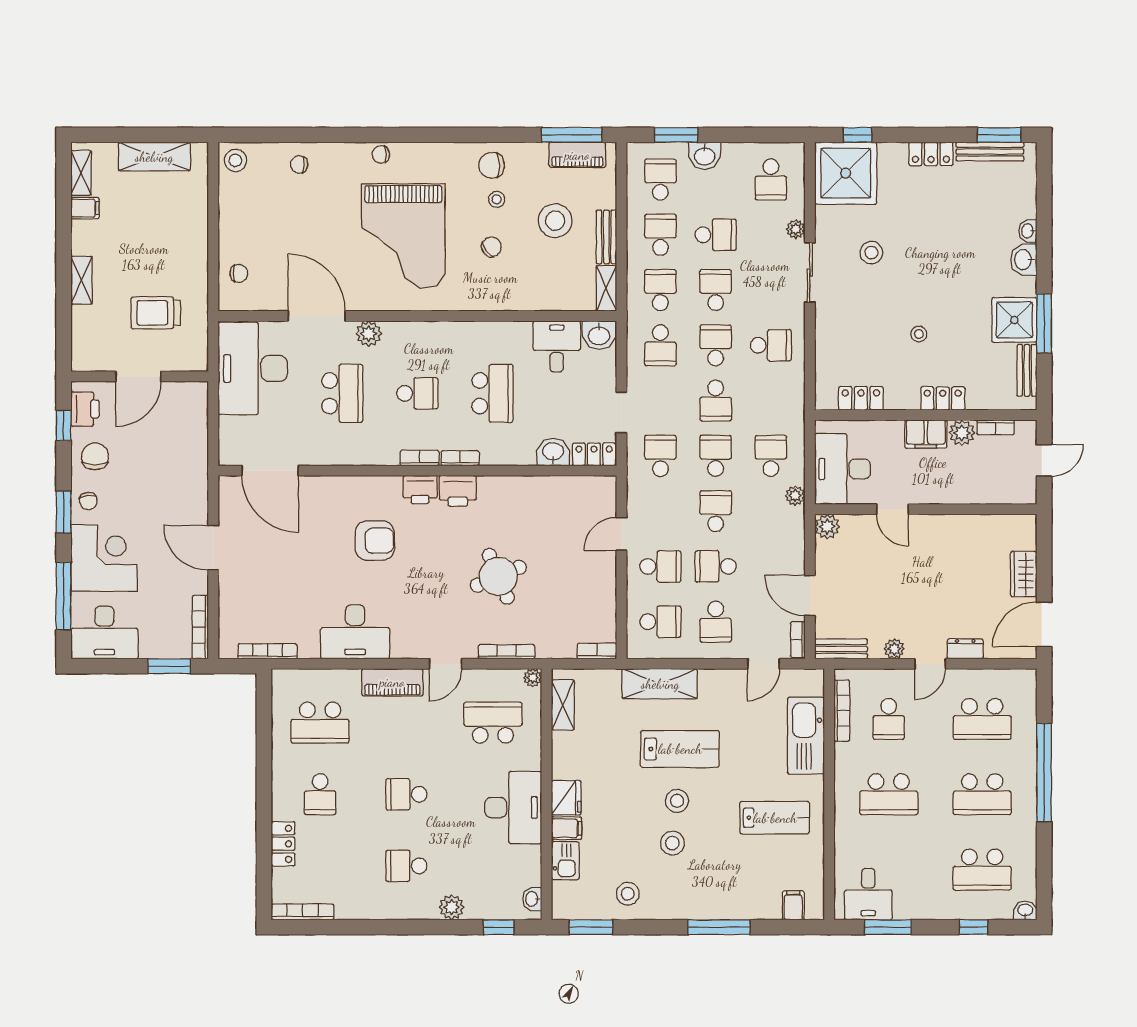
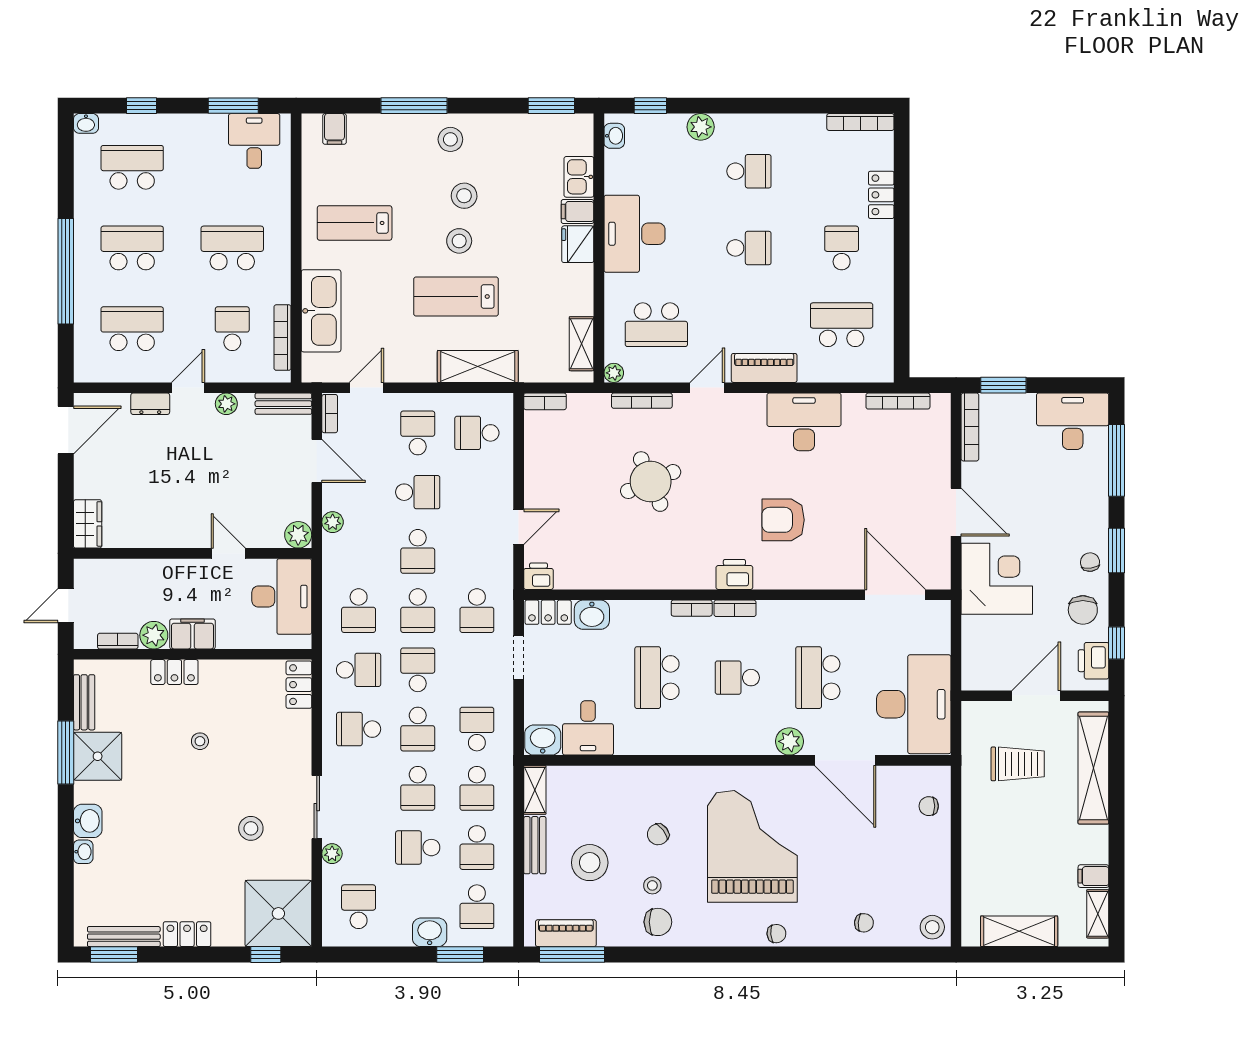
shelving: (82, 280) -> (1093, 768), width x2.20, depth x1.33
locker: (861, 398) -> (299, 685), moved, turned 90
printer: (458, 491) -> (539, 576), moved, width x0.73, depth x0.81
plant: (795, 496) -> (333, 522), moved
corner desk: (104, 558) -> (997, 579), moved, turned 180
school desk: (660, 566) -> (359, 670), moved, turned 180
wardrobe: (1024, 574) -> (88, 524), moved
stool: (628, 894) -> (450, 139), moved

